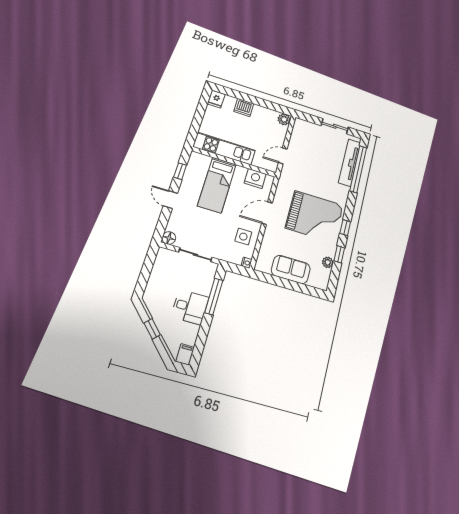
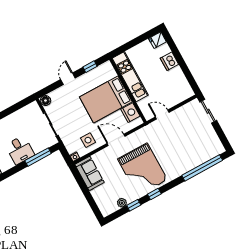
plant: (284, 119) -> (188, 92), removed
sliding door: (335, 126) -> (208, 111), moved
tv unit: (350, 163) -> (201, 158), removed
bed: (217, 185) -> (106, 99), width x1.50
sofa: (291, 269) -> (90, 173), moved

